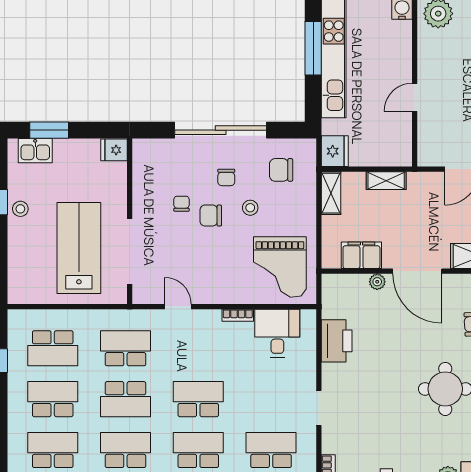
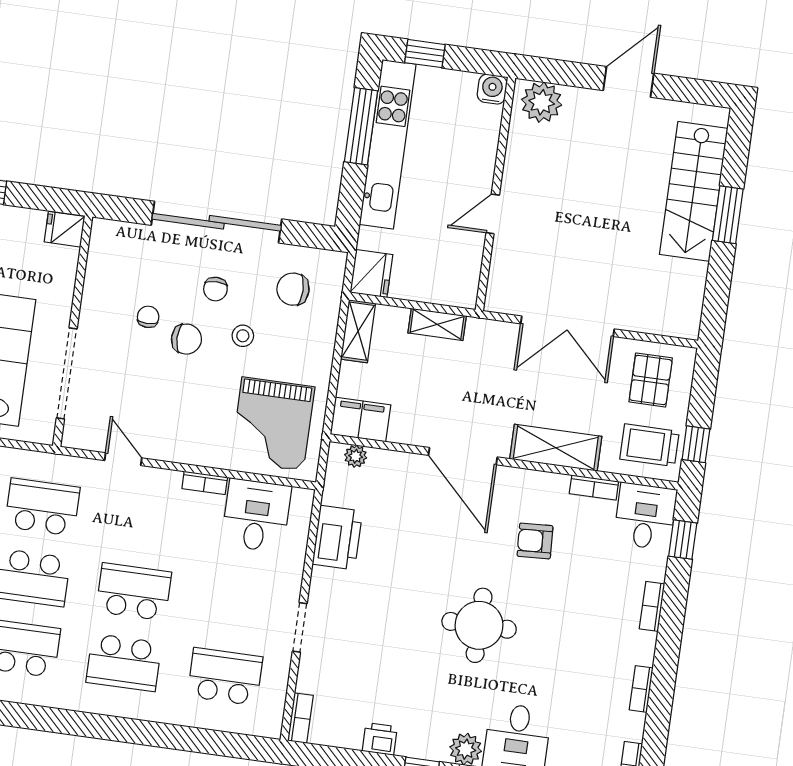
chair: (211, 216) -> (186, 339), turned 180
filing cabinet: (361, 255) -> (360, 420), moved
plant: (377, 282) -> (356, 456), moved
school desk: (198, 450) -> (124, 663), turned 180

